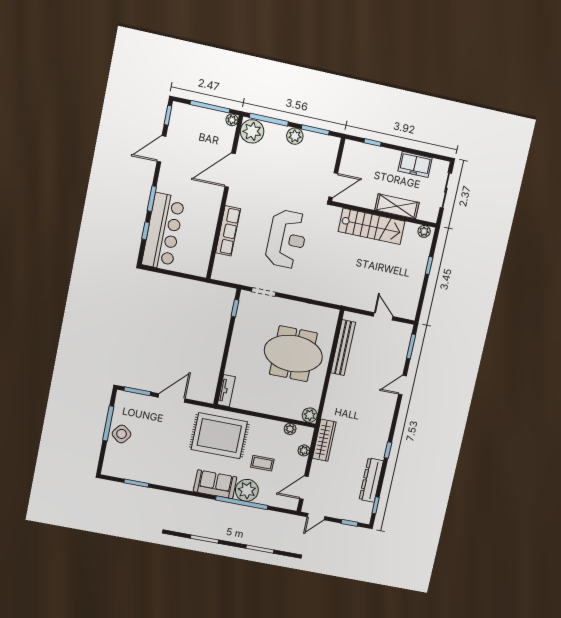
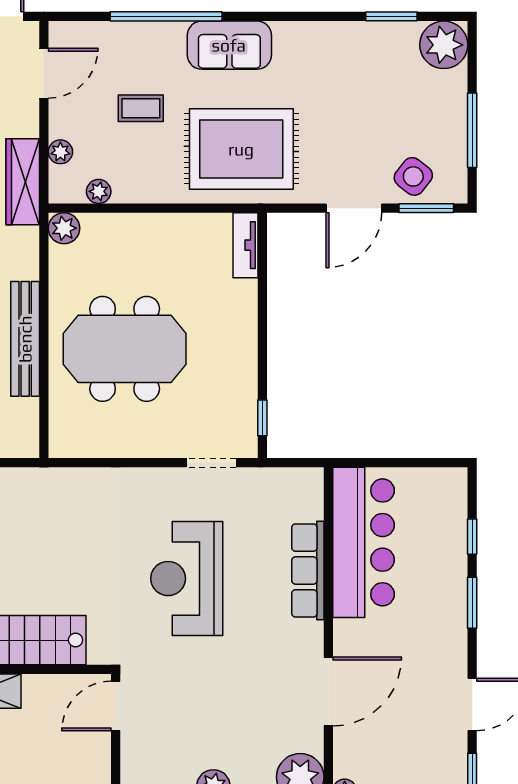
bar counter: (163, 231) -> (364, 542), moved, turned 180
bench: (343, 348) -> (25, 339), moved
side table: (122, 434) -> (413, 176), moved
plant: (247, 490) -> (444, 45), moved

